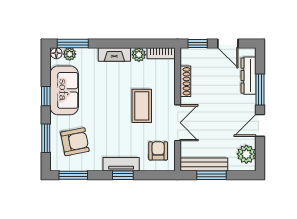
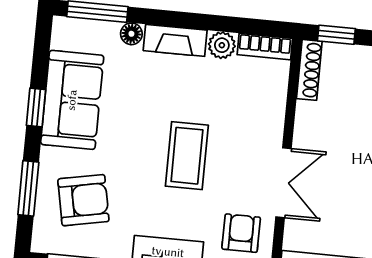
floor lamp: (56, 53) -> (131, 34), moved
plant: (70, 54) -> (90, 31), removed
shoe rack: (185, 81) -> (309, 70), moved
coffee table: (142, 106) -> (187, 156), moved

